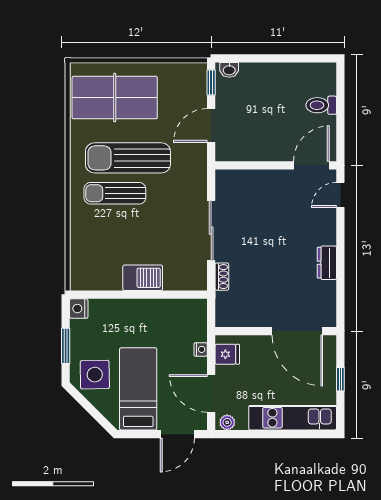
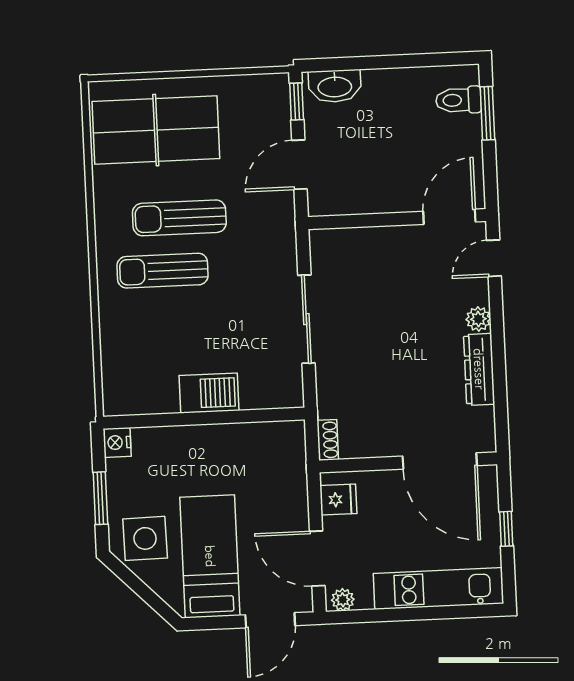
washbasin: (229, 70) -> (335, 86), width x1.91, depth x1.45
window: (340, 96) -> (487, 113), added
toilet: (321, 105) -> (458, 100), moved
sun lounger: (128, 158) -> (179, 218), width x0.73, depth x0.75
plant: (328, 236) -> (478, 319), added
dresser: (327, 263) -> (479, 369), width x1.44
shoe rack: (222, 277) -> (328, 440), moved
nightstand: (201, 349) -> (299, 494), removed

